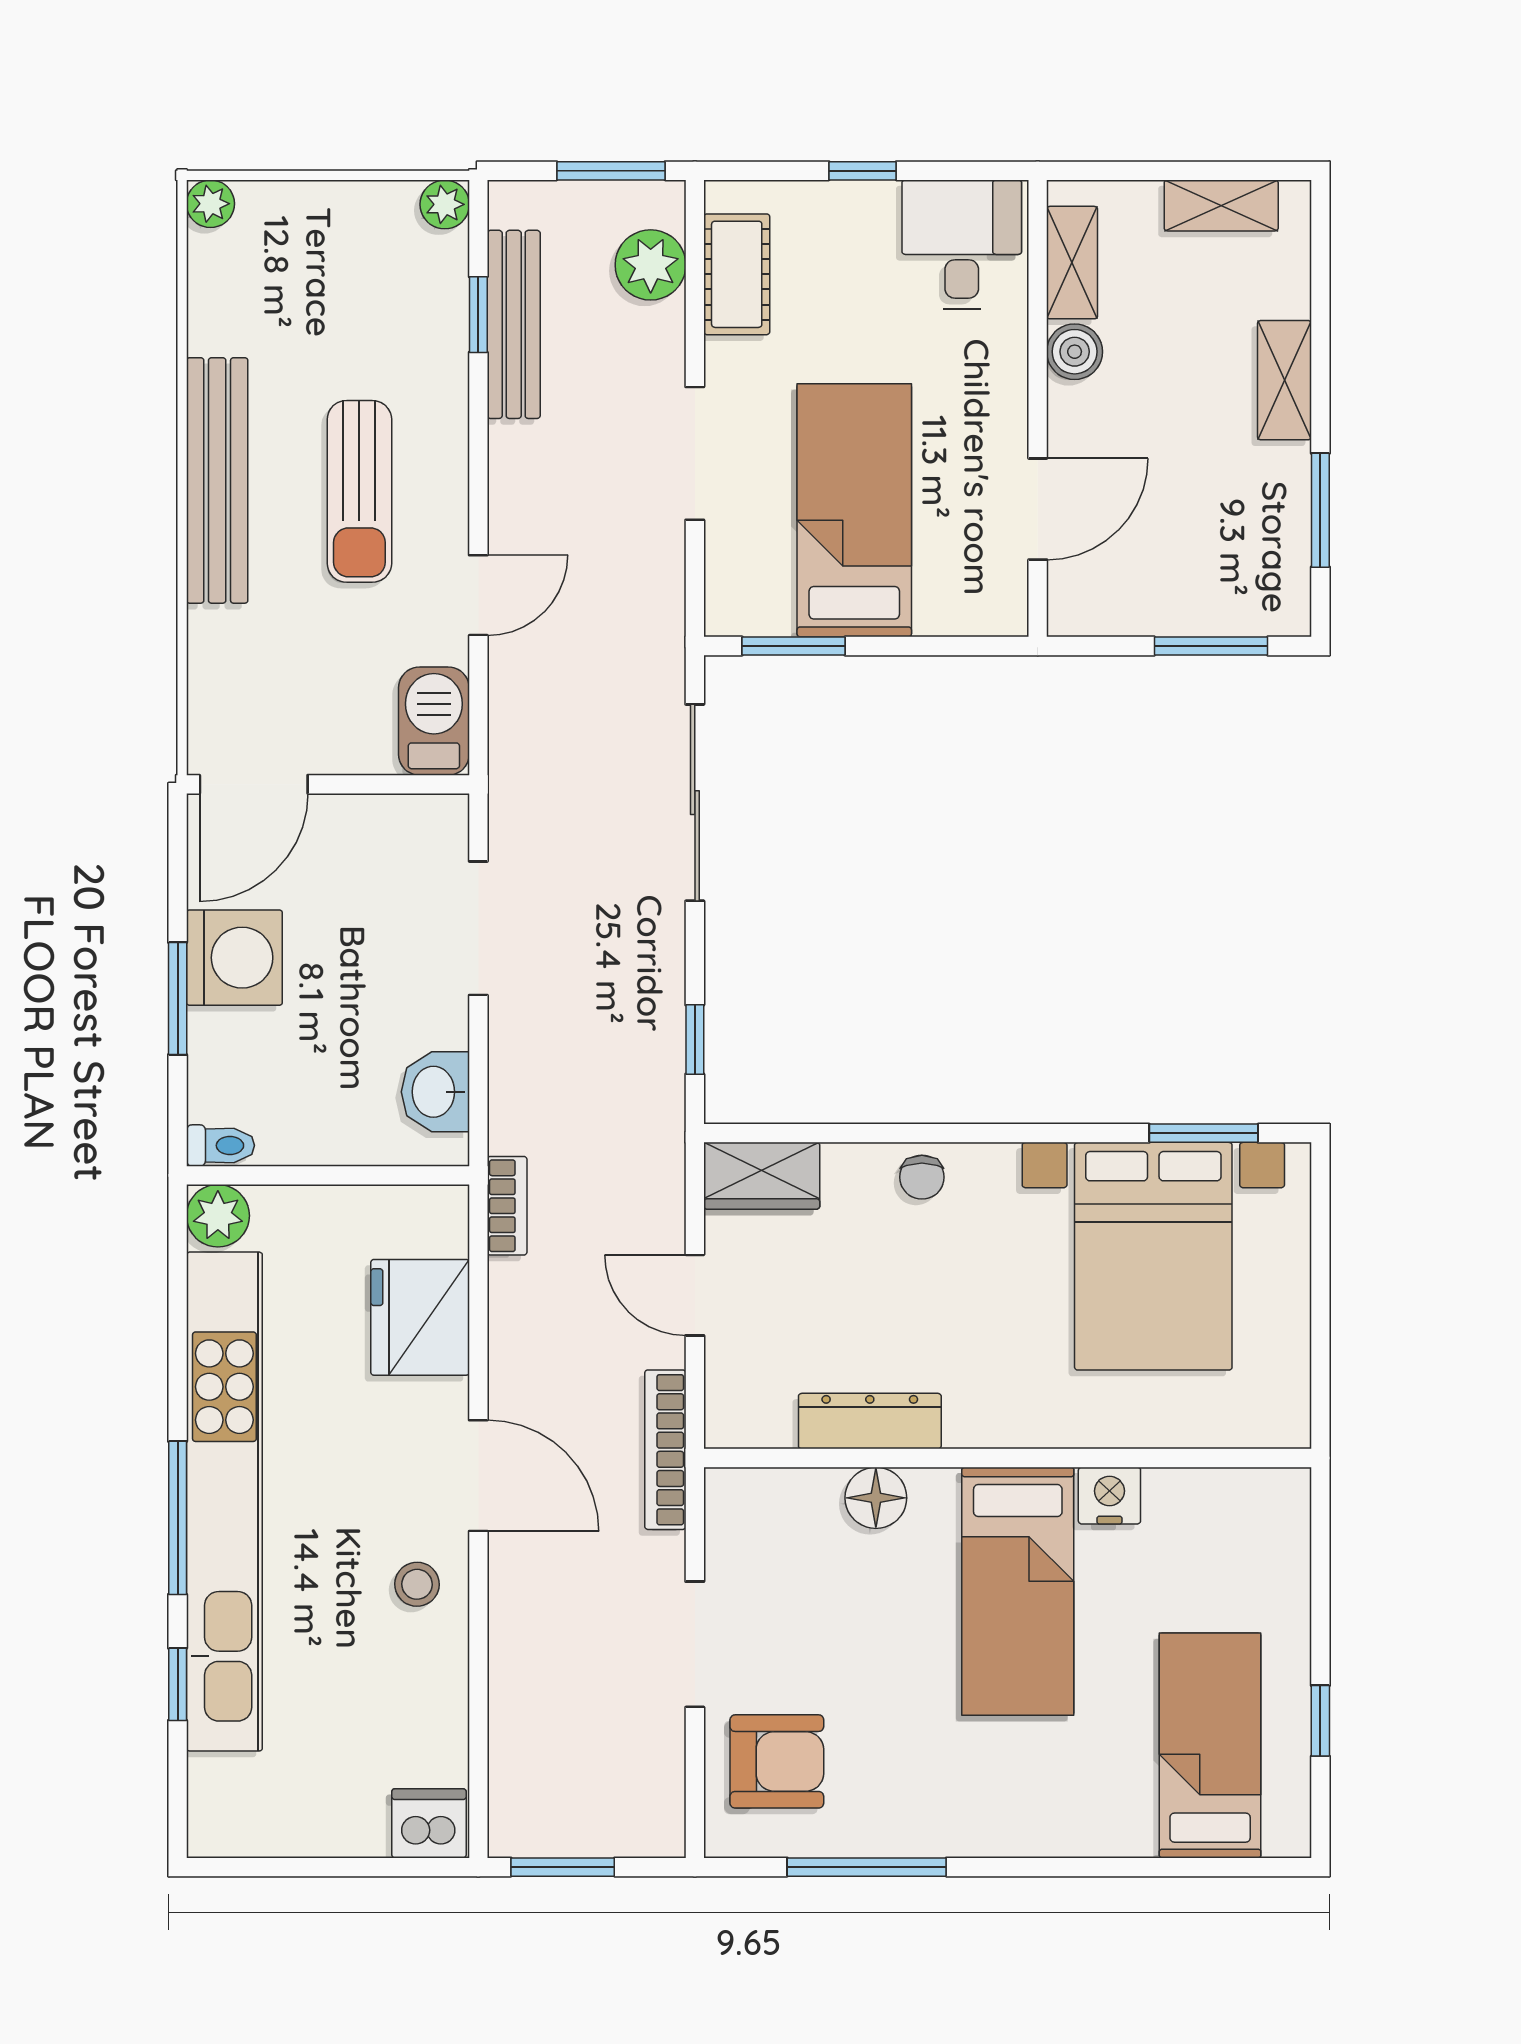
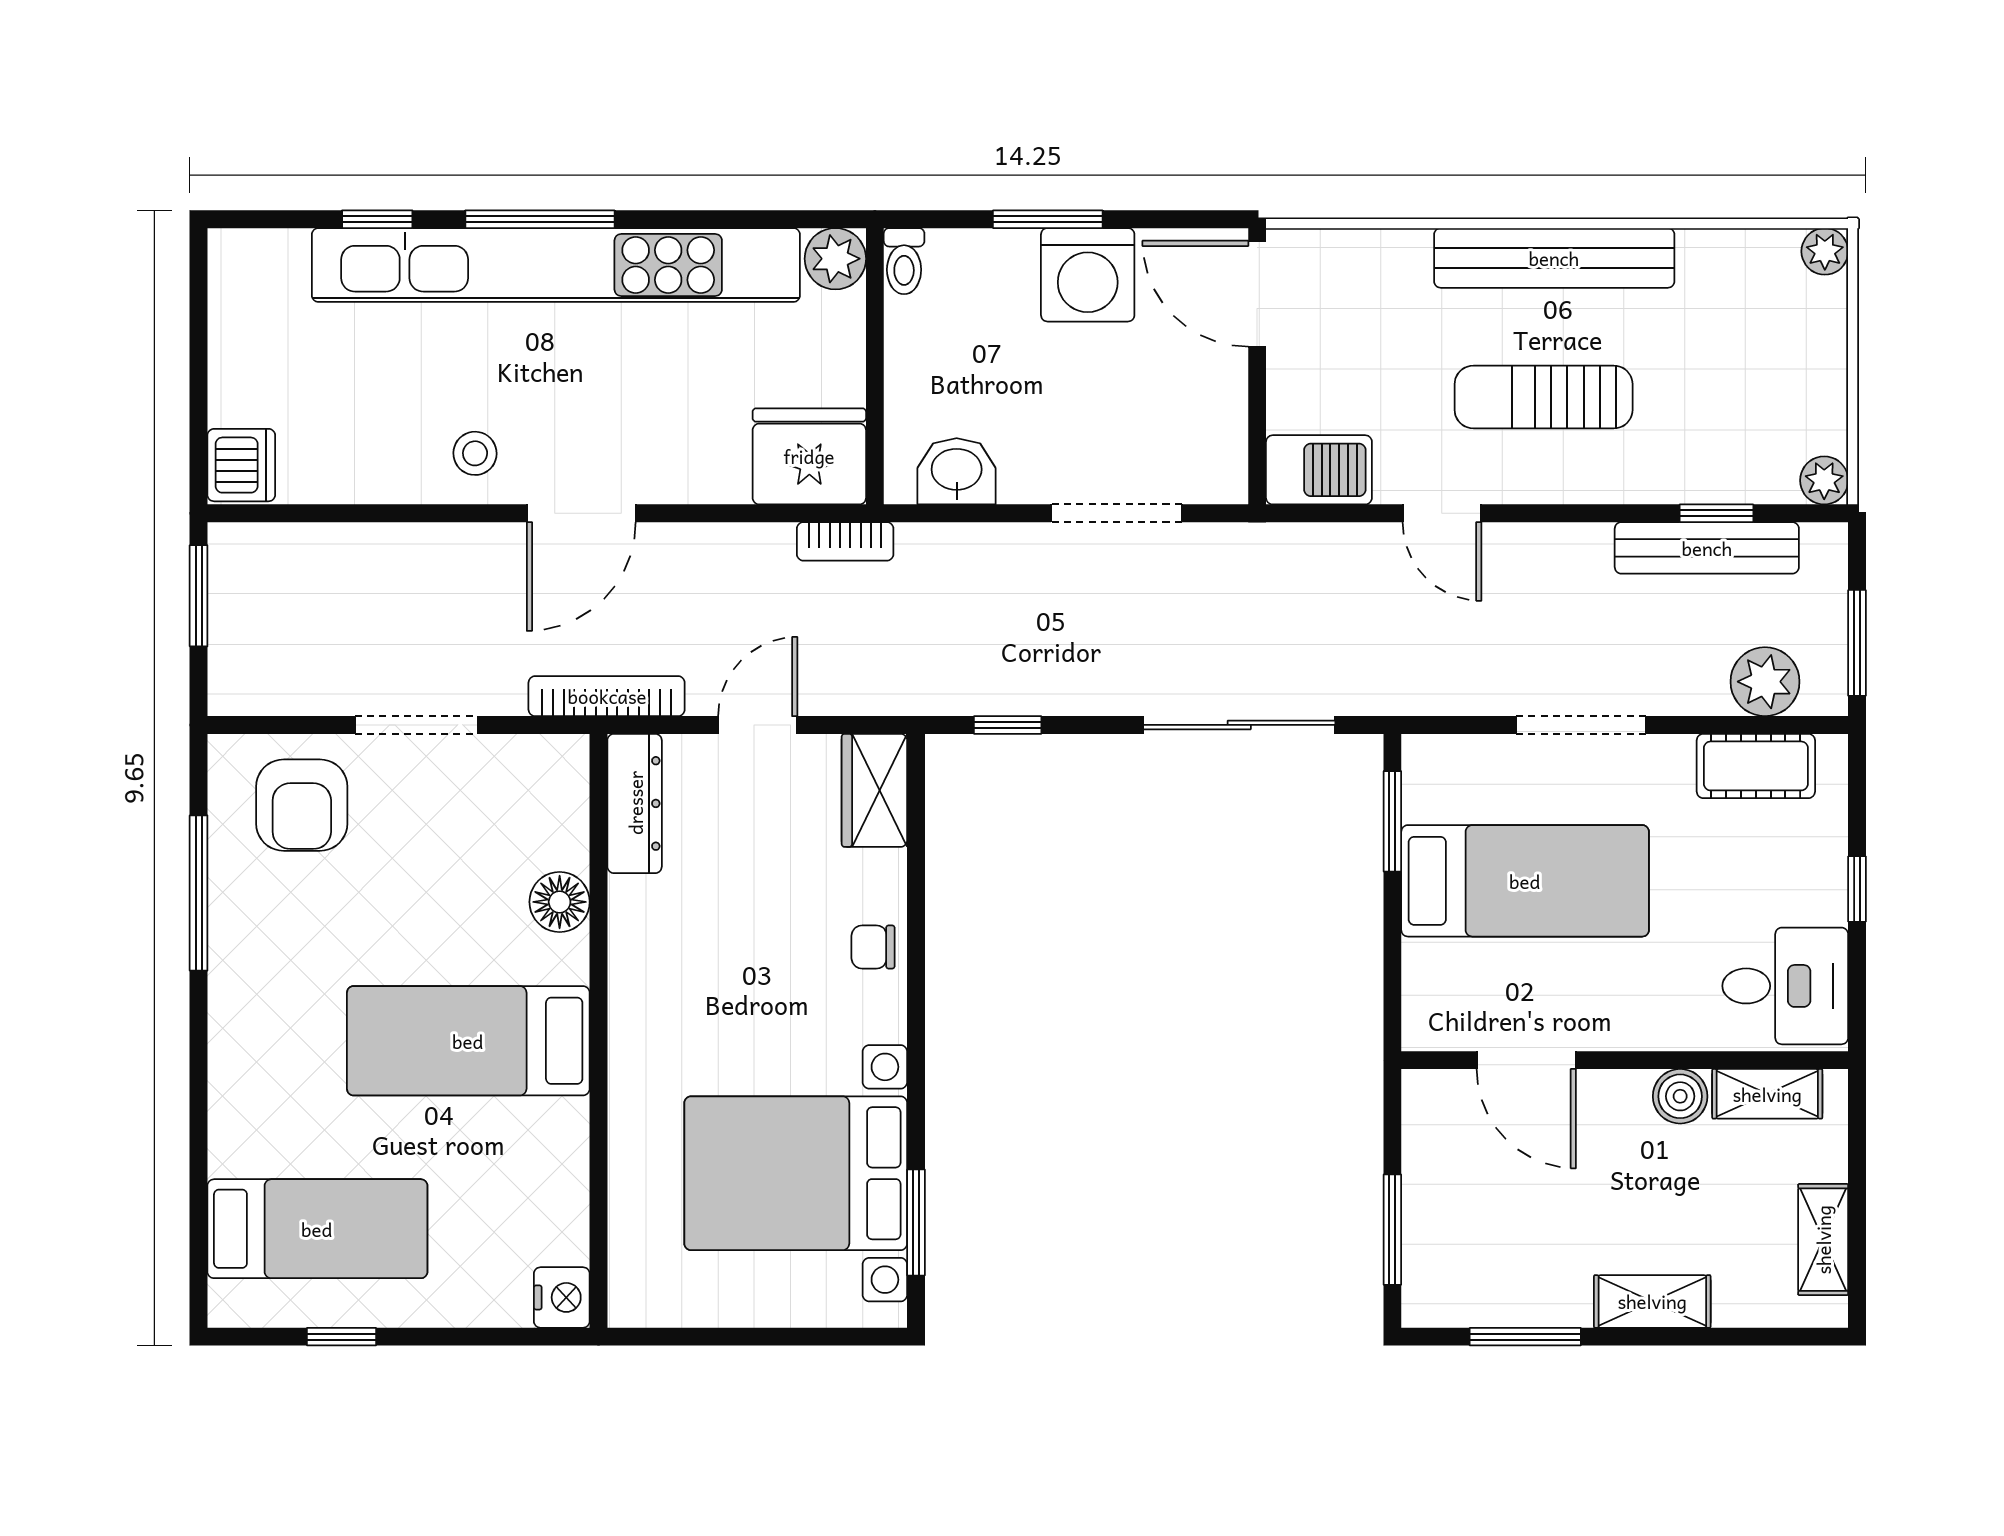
fridge: (420, 1317) -> (809, 456), moved
dresser: (870, 1421) -> (635, 803), moved
nightstand: (1109, 1496) -> (562, 1297), moved

